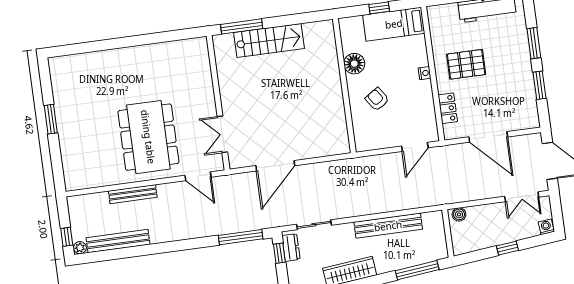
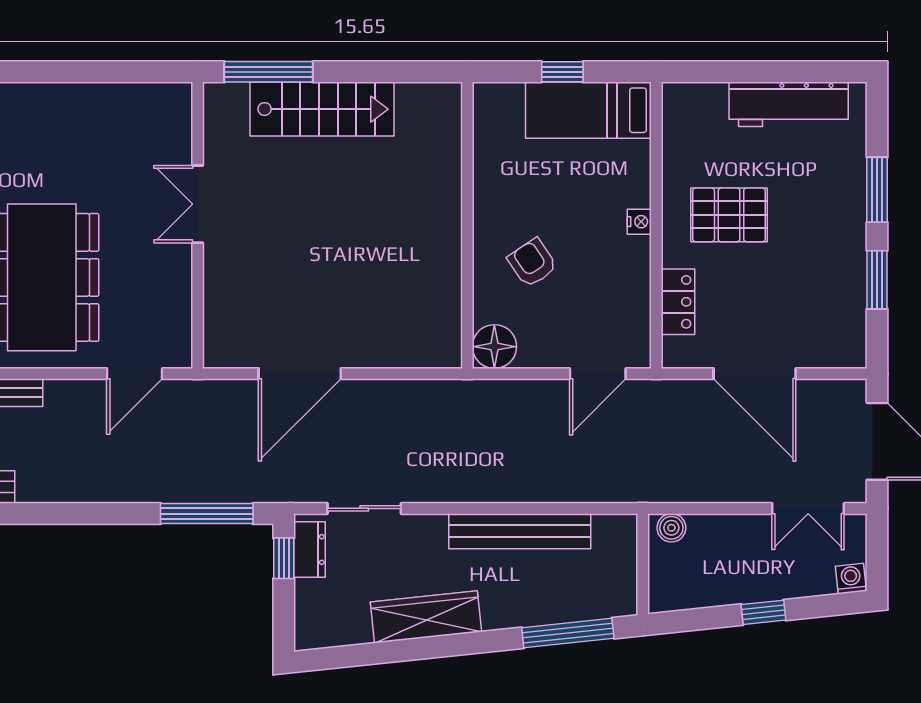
floor lamp: (354, 64) -> (494, 347), moved
double door: (222, 134) -> (198, 204), moved
door: (198, 176) -> (135, 374), hinge flipped

